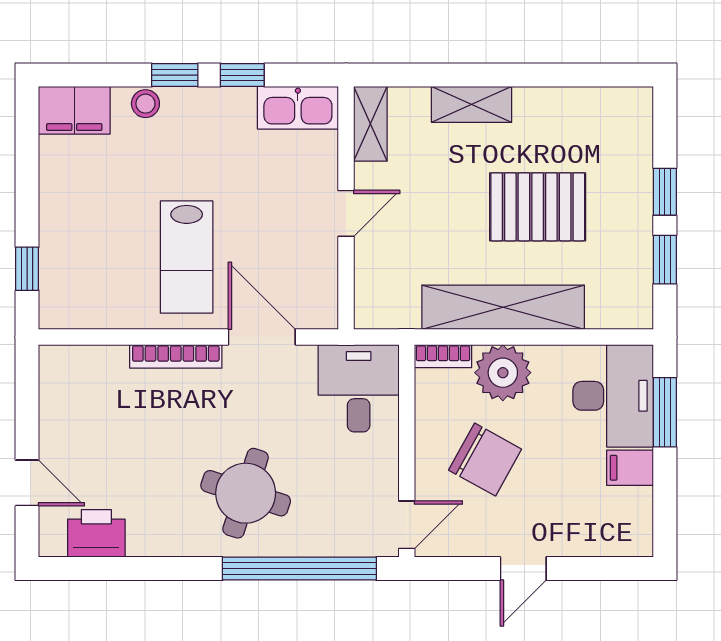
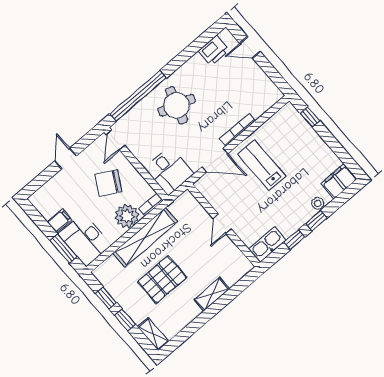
shelving: (370, 124) -> (153, 334), moved

